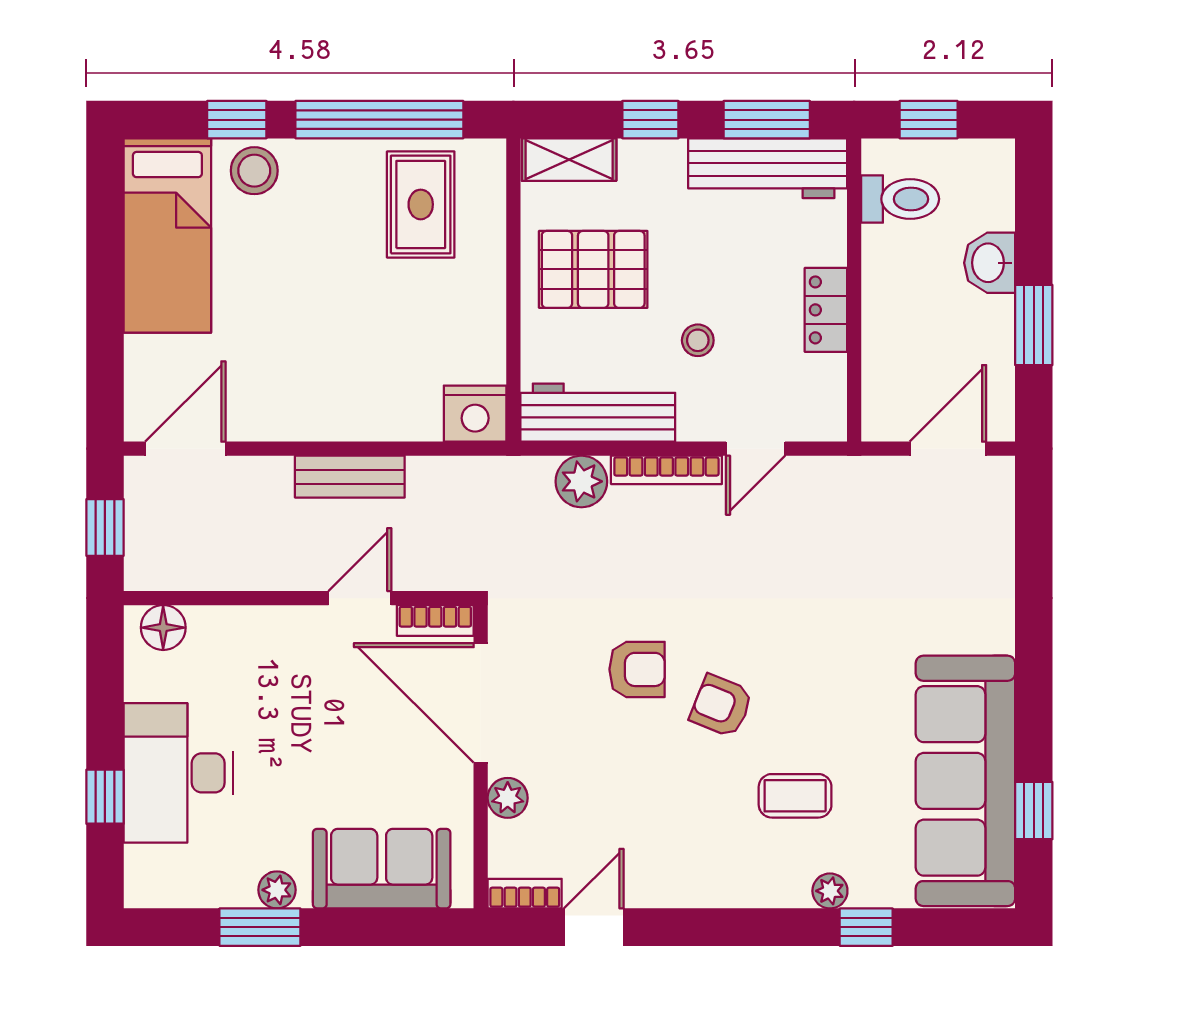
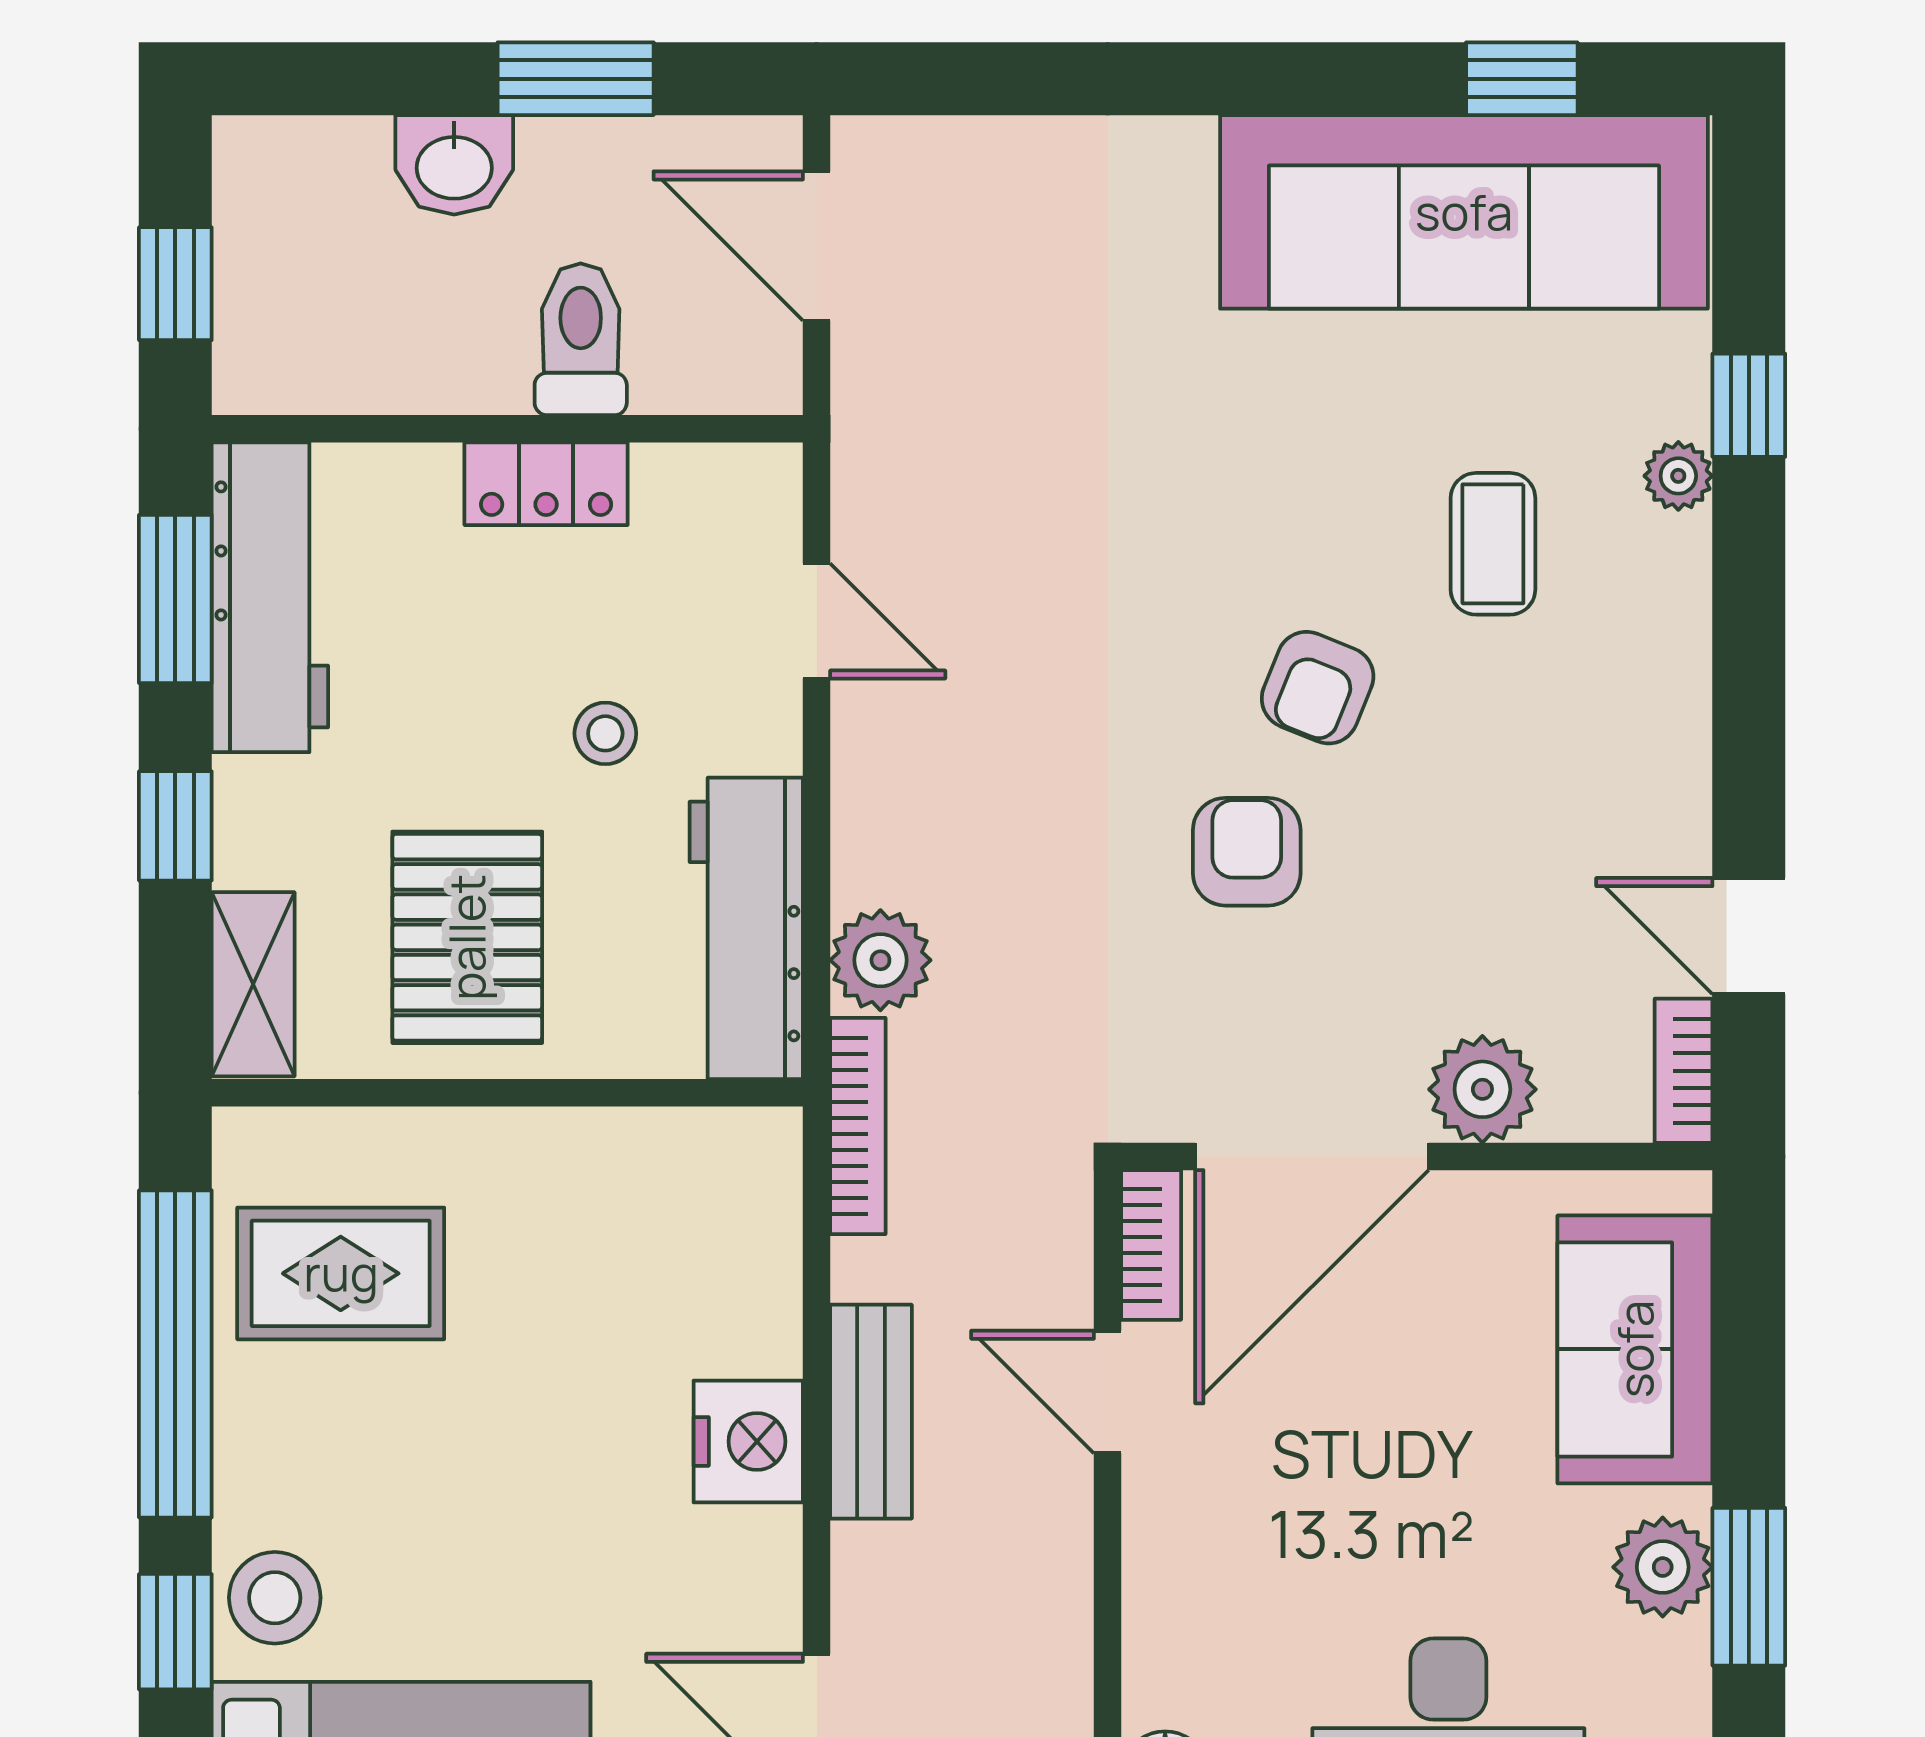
toilet: (900, 199) -> (581, 339), moved
nightstand: (475, 414) -> (748, 1441), moved
bookcase: (666, 470) -> (858, 1126), moved
plant: (508, 798) -> (1482, 1089), width x1.38, depth x1.38
plant: (277, 890) -> (1663, 1567), width x1.38, depth x1.38

